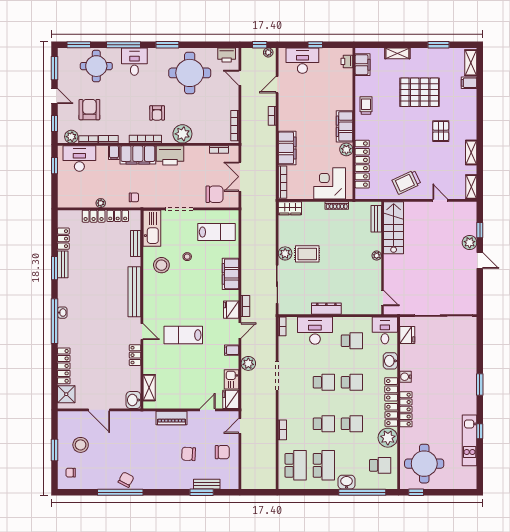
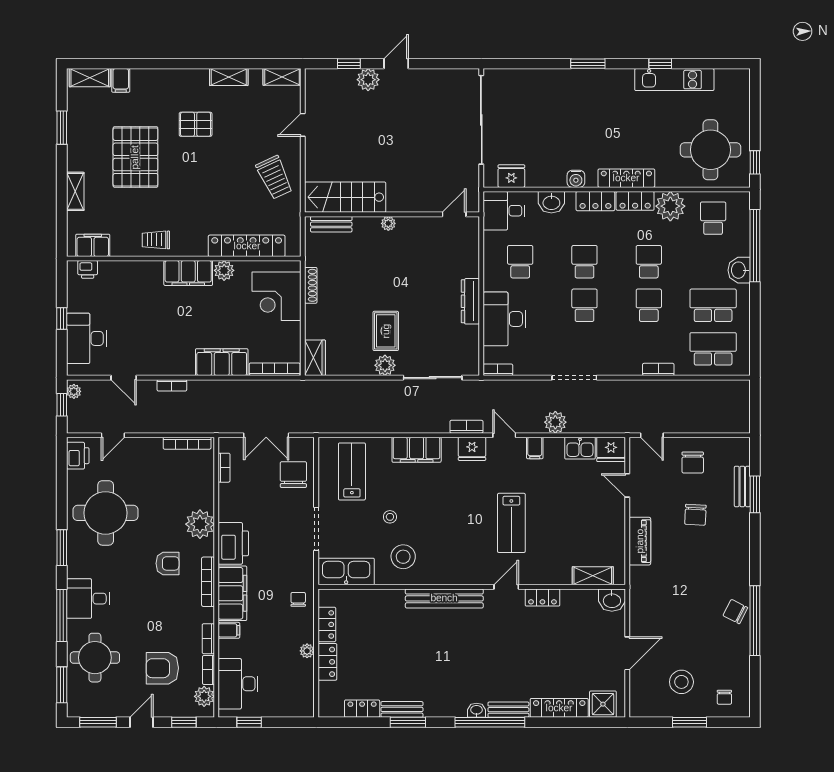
bench: (136, 243) -> (508, 710), moved
chair: (222, 452) -> (693, 462), turned 180

